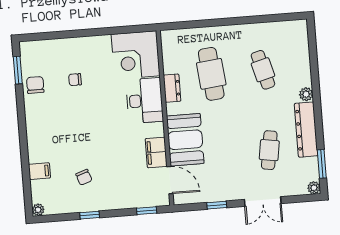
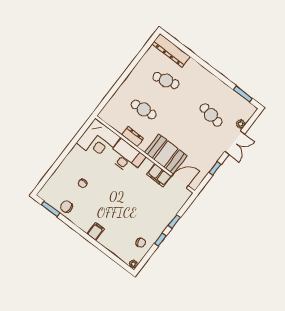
cafe table: (211, 74) -> (144, 109), width x0.73, depth x0.74
plant: (306, 94) -> (199, 69), removed
dresser: (306, 130) -> (171, 50), moved
filing cabinet: (39, 171) -> (96, 231), moved
chair: (84, 177) -> (141, 243), moved
plant: (314, 188) -> (241, 124), moved
window: (147, 211) -> (174, 221), moved

